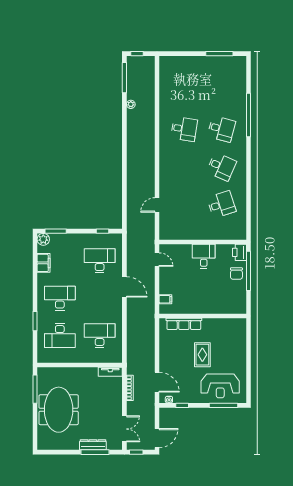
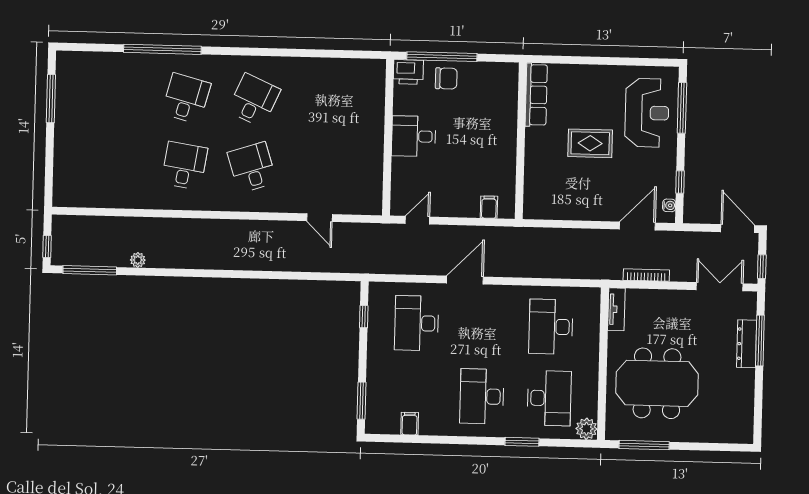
desk: (221, 204) -> (252, 167), moved
plant: (43, 239) -> (586, 429), moved
filing cabinet: (44, 263) -> (410, 424), width x0.50
row of seats: (184, 324) -> (536, 95), moved
meeting table: (59, 410) -> (657, 383), moved

